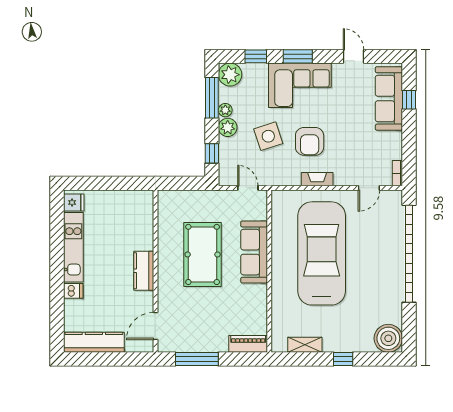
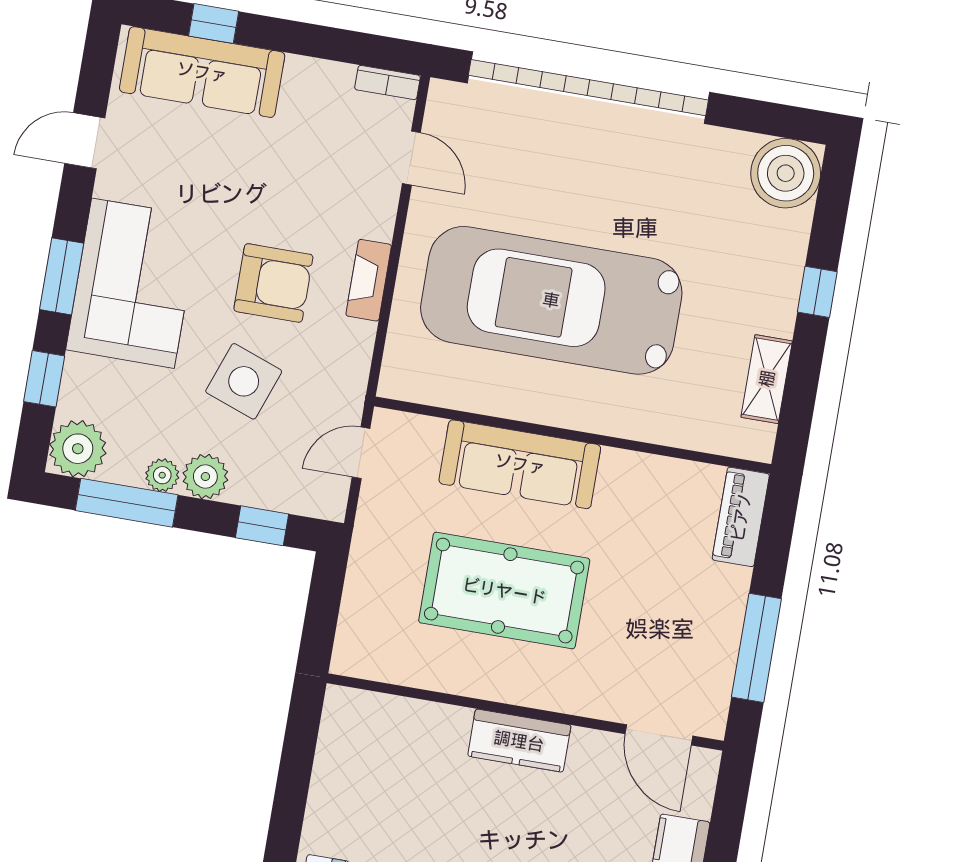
side table: (268, 136) -> (244, 381), turned 38

